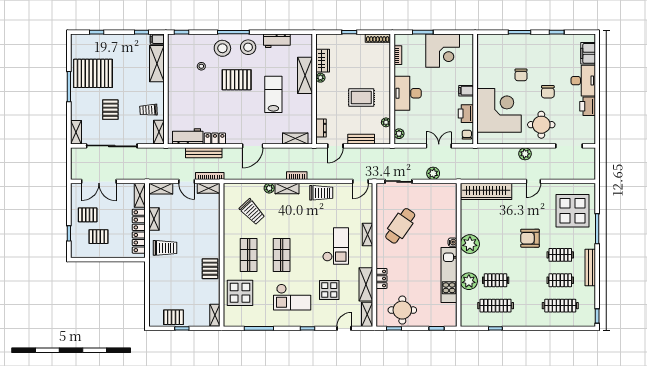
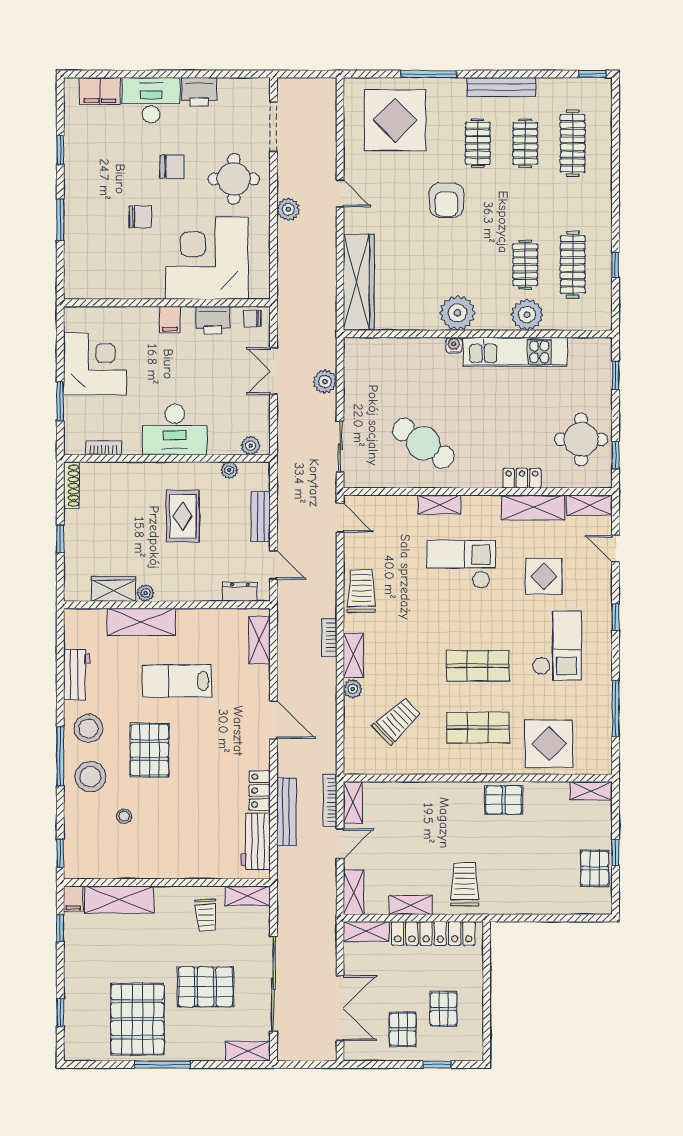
pallet: (110, 110) -> (206, 987), width x1.50, depth x1.42

